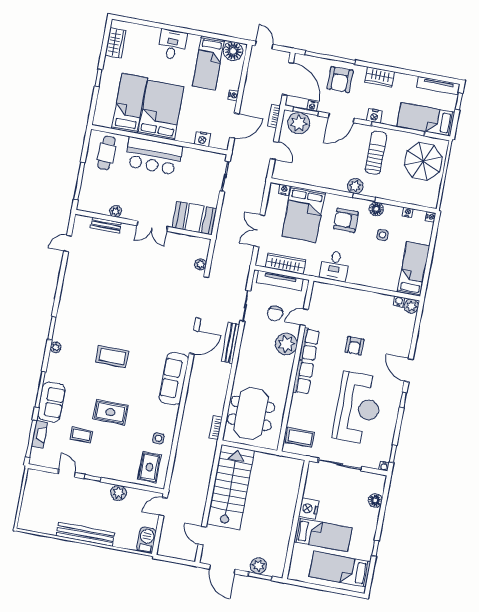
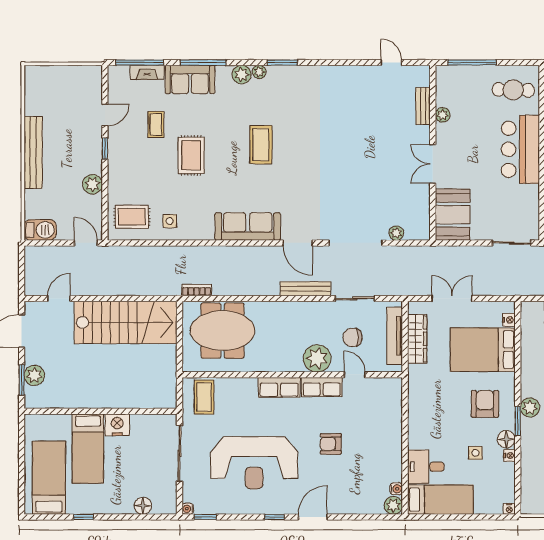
nightstand: (408, 212) -> (509, 455), moved
desk: (334, 266) -> (426, 467), moved
plant: (55, 361) -> (242, 75), added

